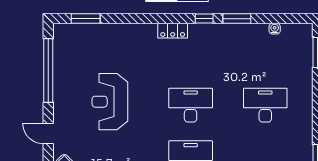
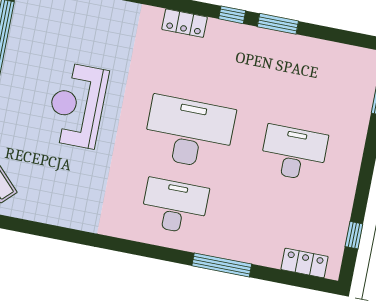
water cooler: (275, 29) -> (328, 48), removed
desk: (191, 105) -> (189, 132), width x1.36, depth x1.30

